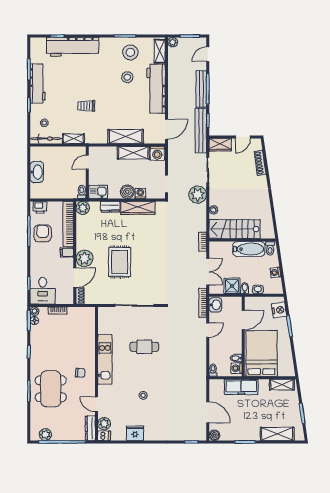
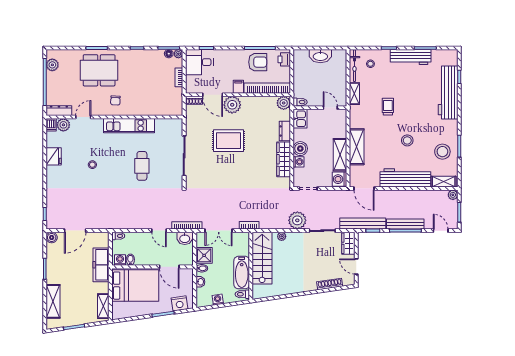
stool: (127, 77) -> (407, 140), moved

